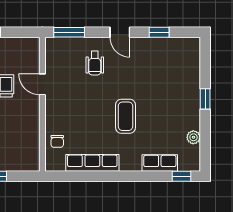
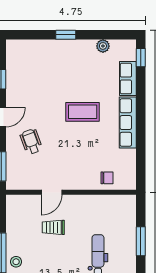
wheelchair: (95, 63) -> (31, 142), turned -110
row of seats: (92, 163) -> (128, 123), moved

